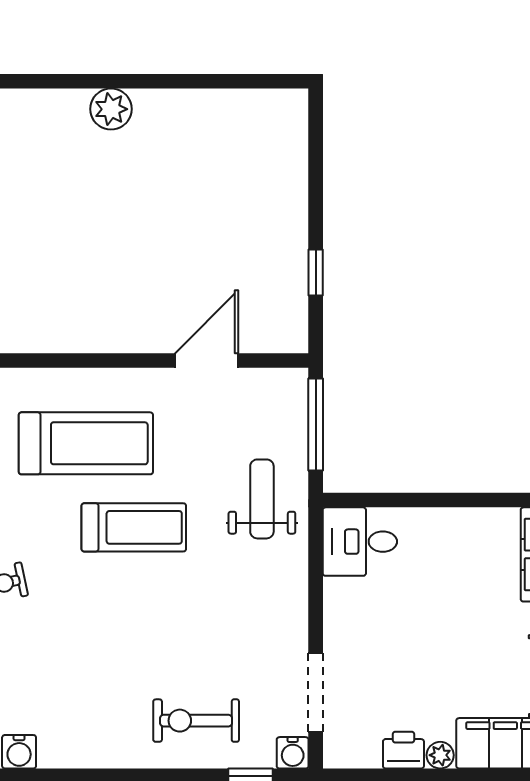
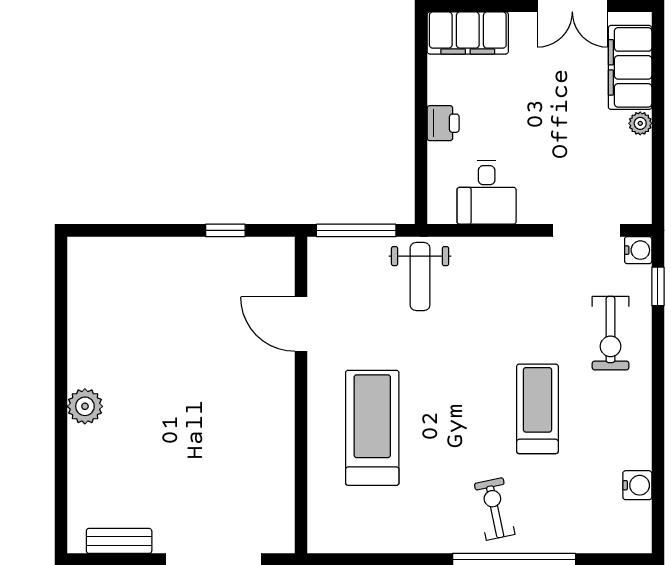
weight bench: (262, 499) -> (420, 277), turned -90
treadmill: (134, 527) -> (537, 409), moved
desk: (360, 542) -> (487, 192), moved
printer: (403, 750) -> (443, 123), moved, turned 180

